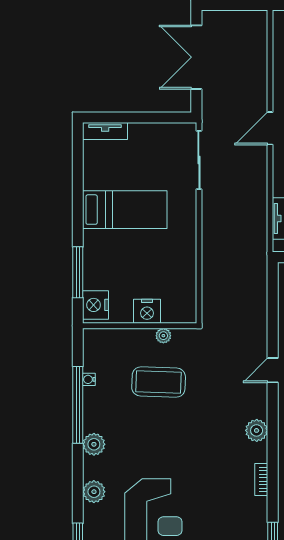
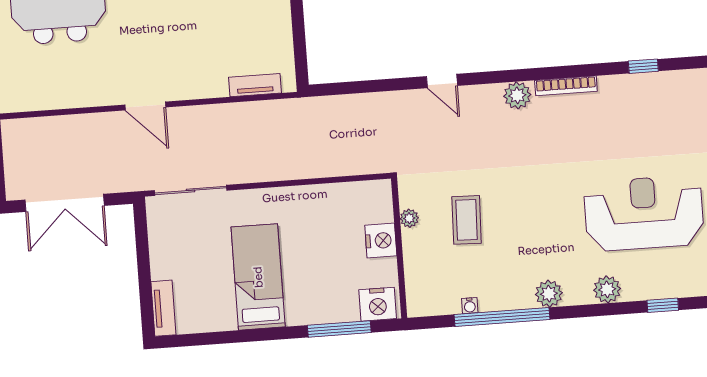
coffee table: (159, 382) -> (467, 220), width x0.73, depth x0.76
bookcase: (261, 480) -> (566, 86), width x1.56

